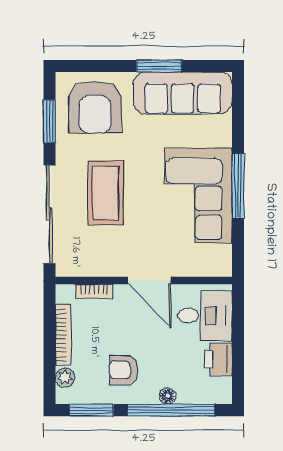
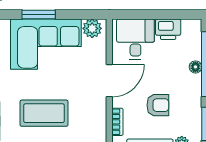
window: (238, 186) -> (39, 15), width x0.69
plant: (219, 257) -> (92, 28), added
armchair: (124, 370) -> (158, 105), moved, turned -90

